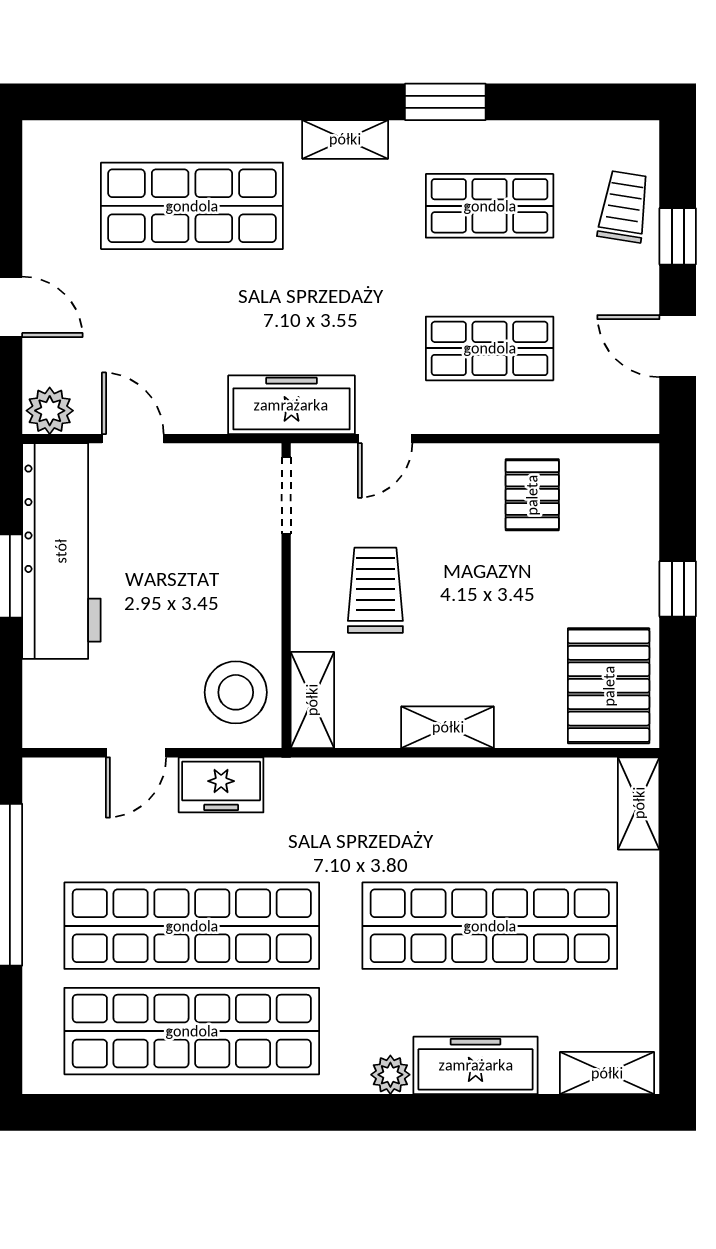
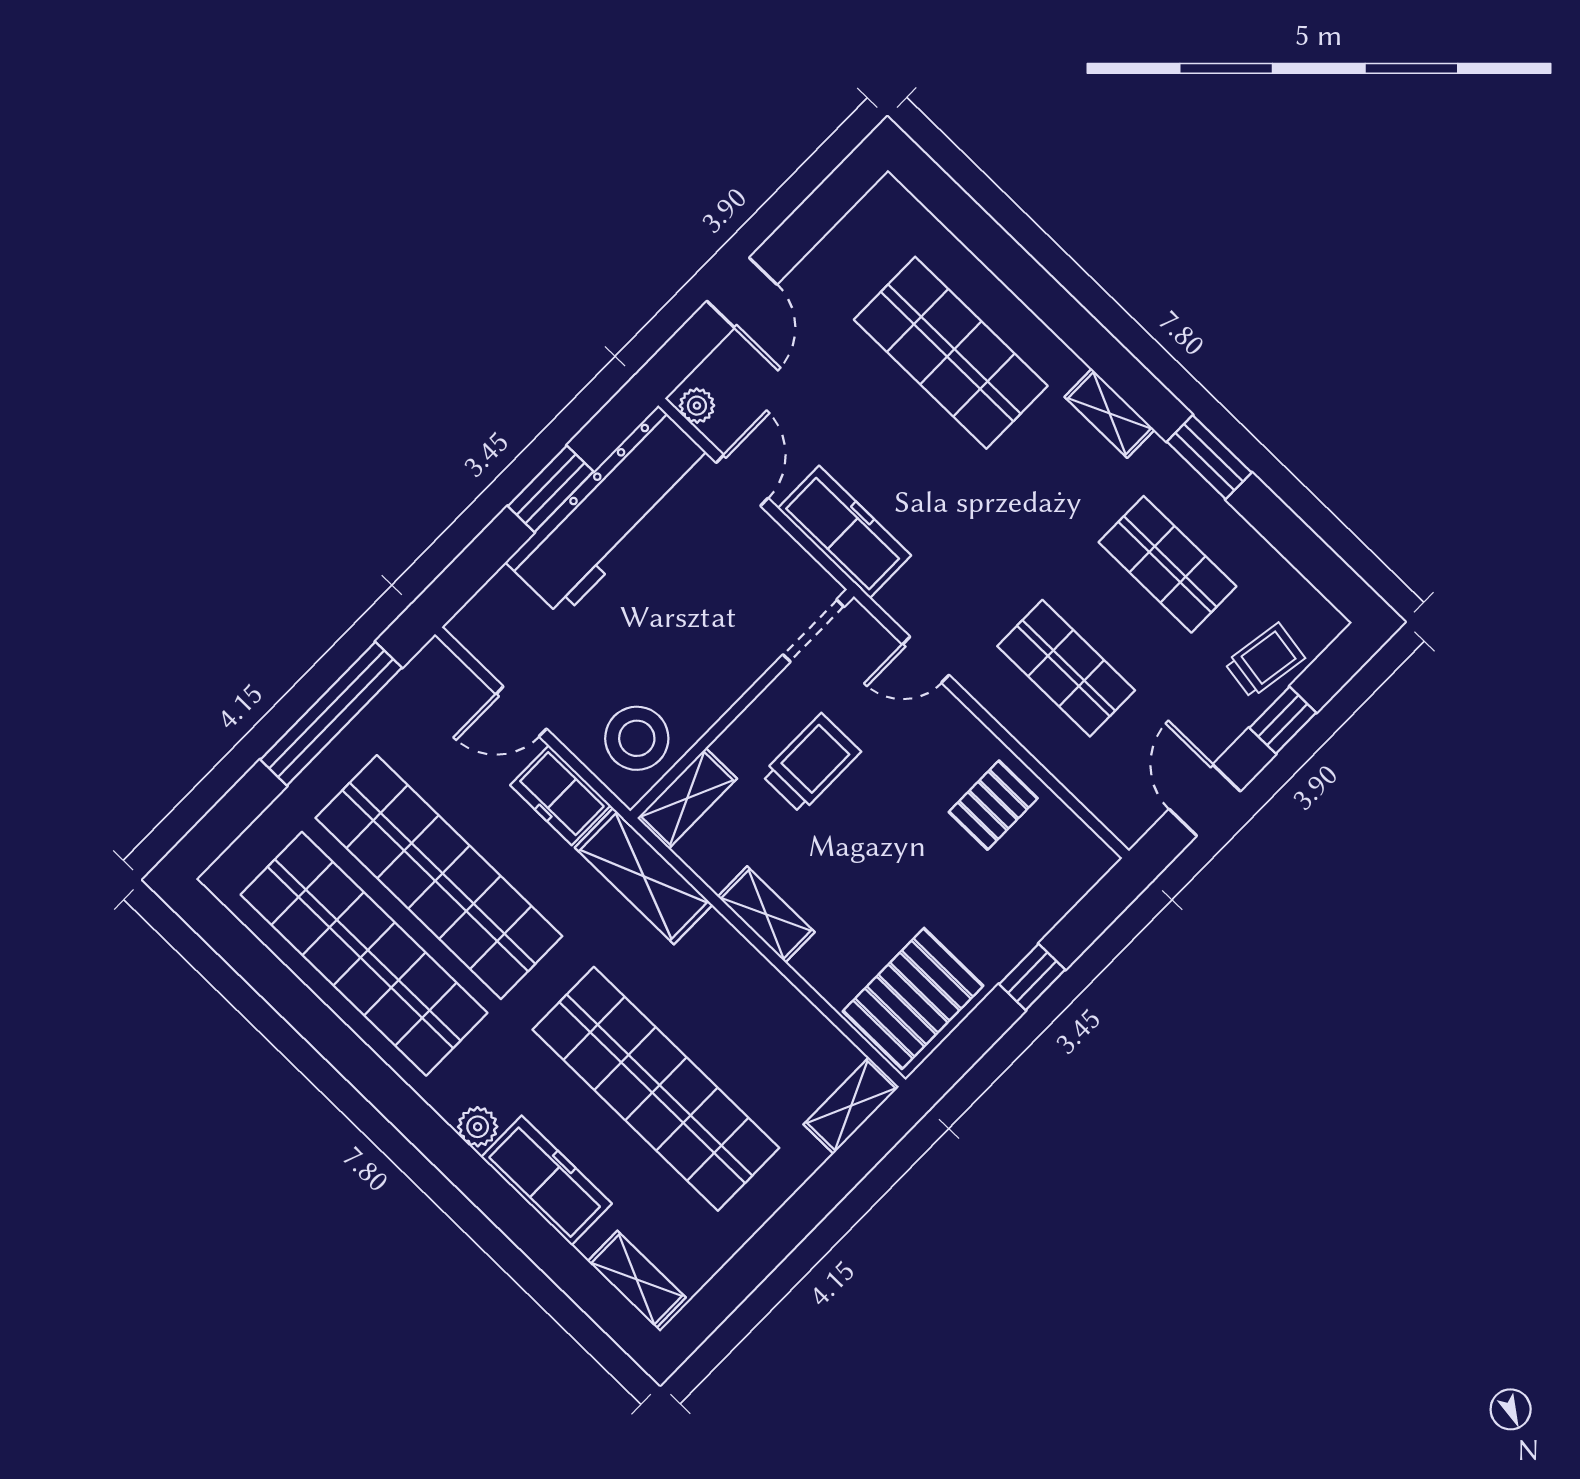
freezer: (291, 405) -> (844, 532), moved
plant: (50, 411) -> (697, 406), width x0.73, depth x0.73
shelving: (335, 785) -> (644, 876), added

